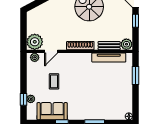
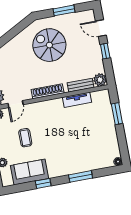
tv unit: (109, 58) -> (77, 100), width x0.71

